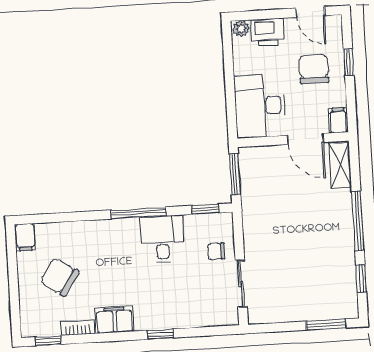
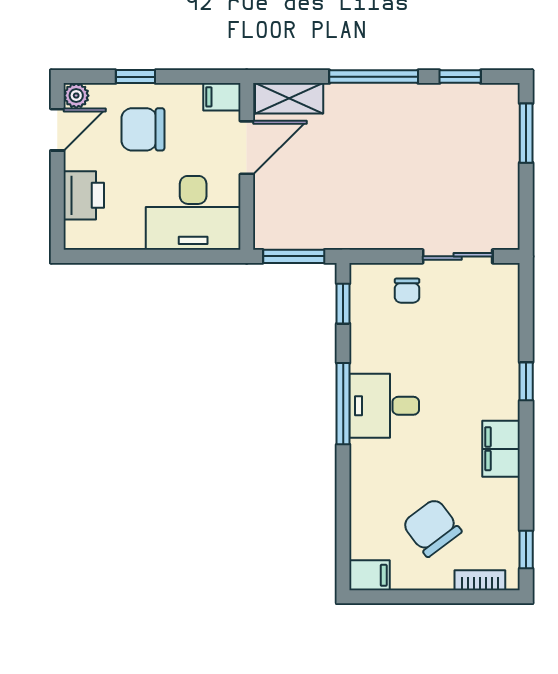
plant: (241, 29) -> (76, 96), moved
desk: (162, 239) -> (384, 406), moved
chair: (59, 277) -> (432, 527), turned 109
bookcase: (78, 328) -> (480, 580), moved, turned 90

